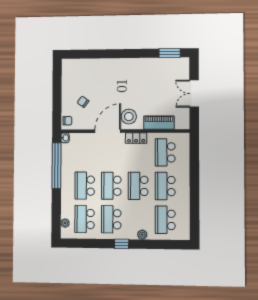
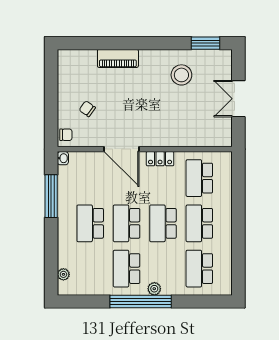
stool: (129, 117) -> (181, 75), moved
piano: (159, 123) -> (118, 58), moved, turned 180
door: (108, 131) -> (122, 149), swing flipped
window: (57, 166) -> (51, 196), width x0.68
school desk: (85, 219) -> (90, 269), removed
plant: (142, 235) -> (154, 289), moved
window: (122, 244) -> (141, 301), width x3.17

